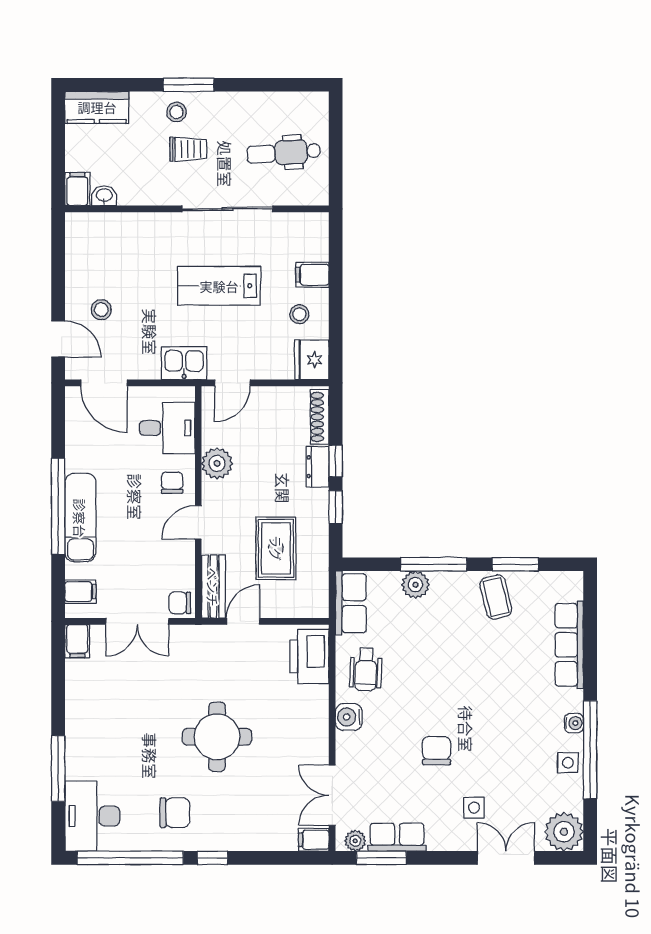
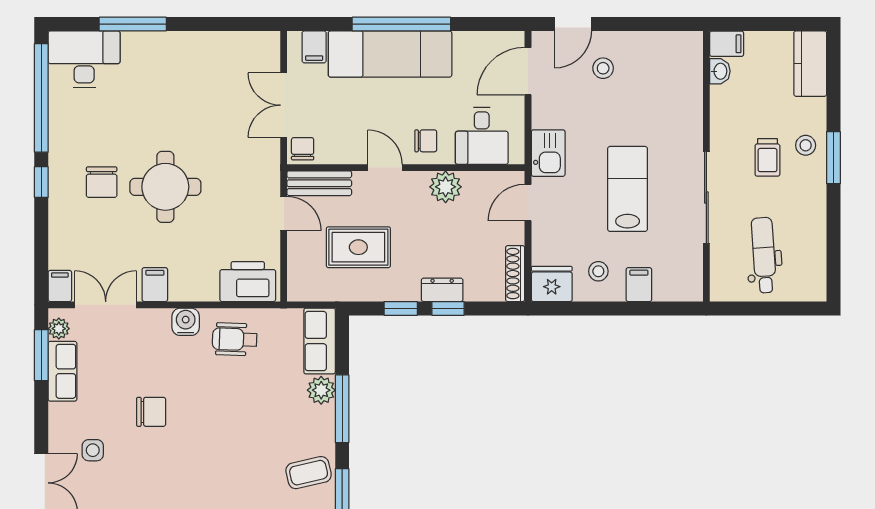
door: (232, 383) -> (528, 203), hinge flipped
shoe rack: (320, 417) -> (515, 274), moved, turned -90
exam couch: (80, 518) -> (390, 54), width x1.36, depth x1.45
row of seats: (351, 603) -> (320, 341), moved, turned 90
filing cabinet: (77, 641) -> (155, 285), moved, turned 90
chair: (175, 813) -> (102, 182), moved

